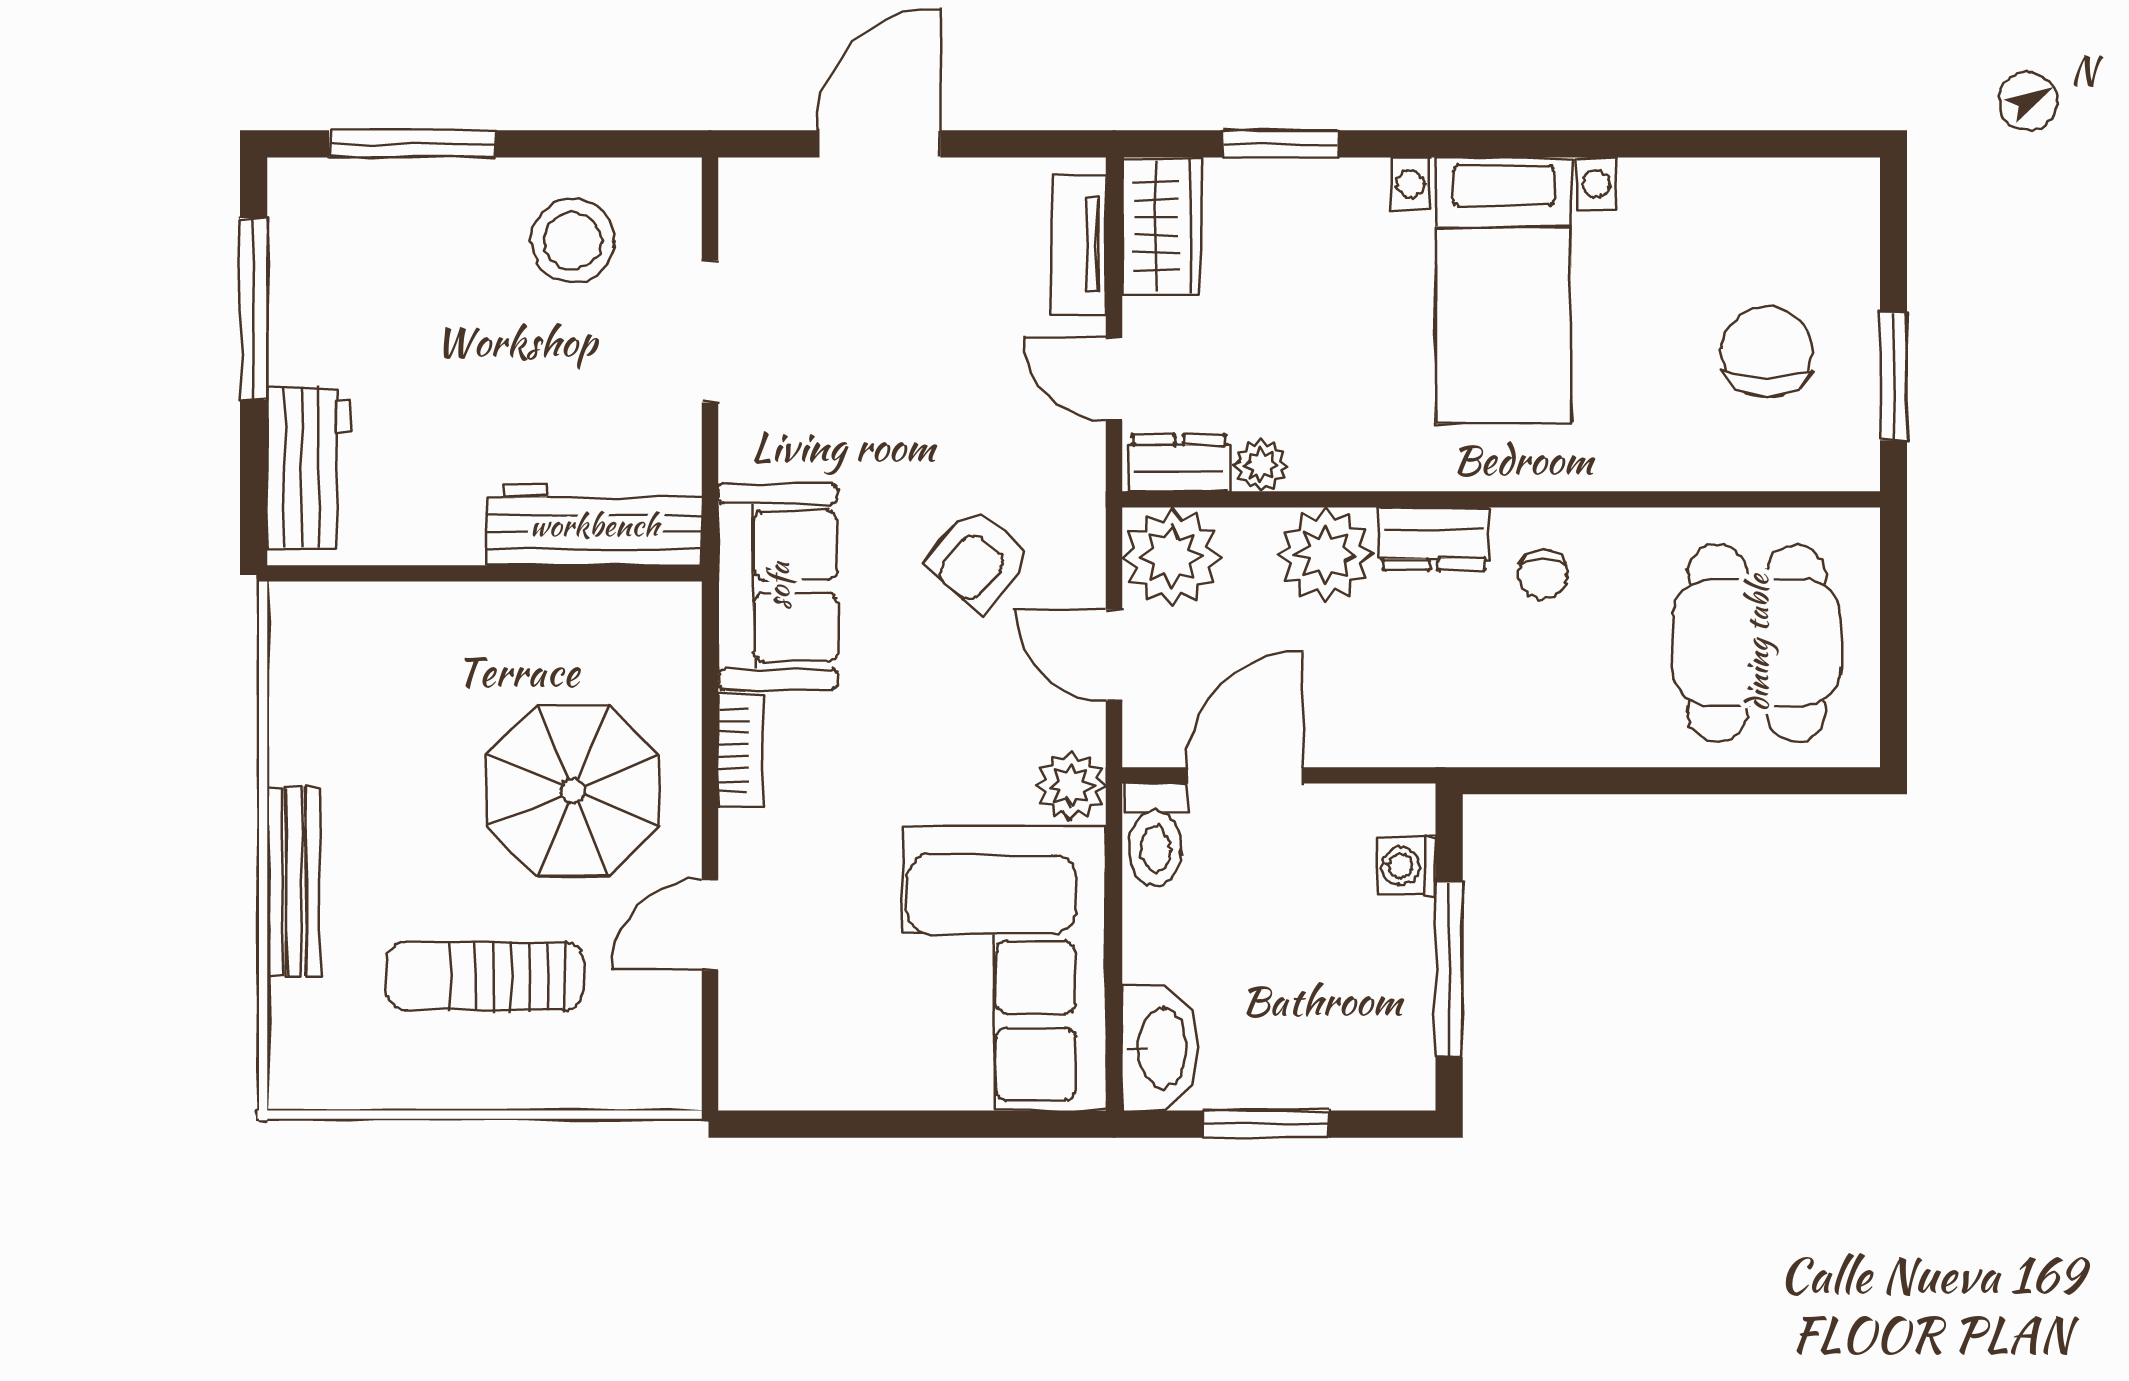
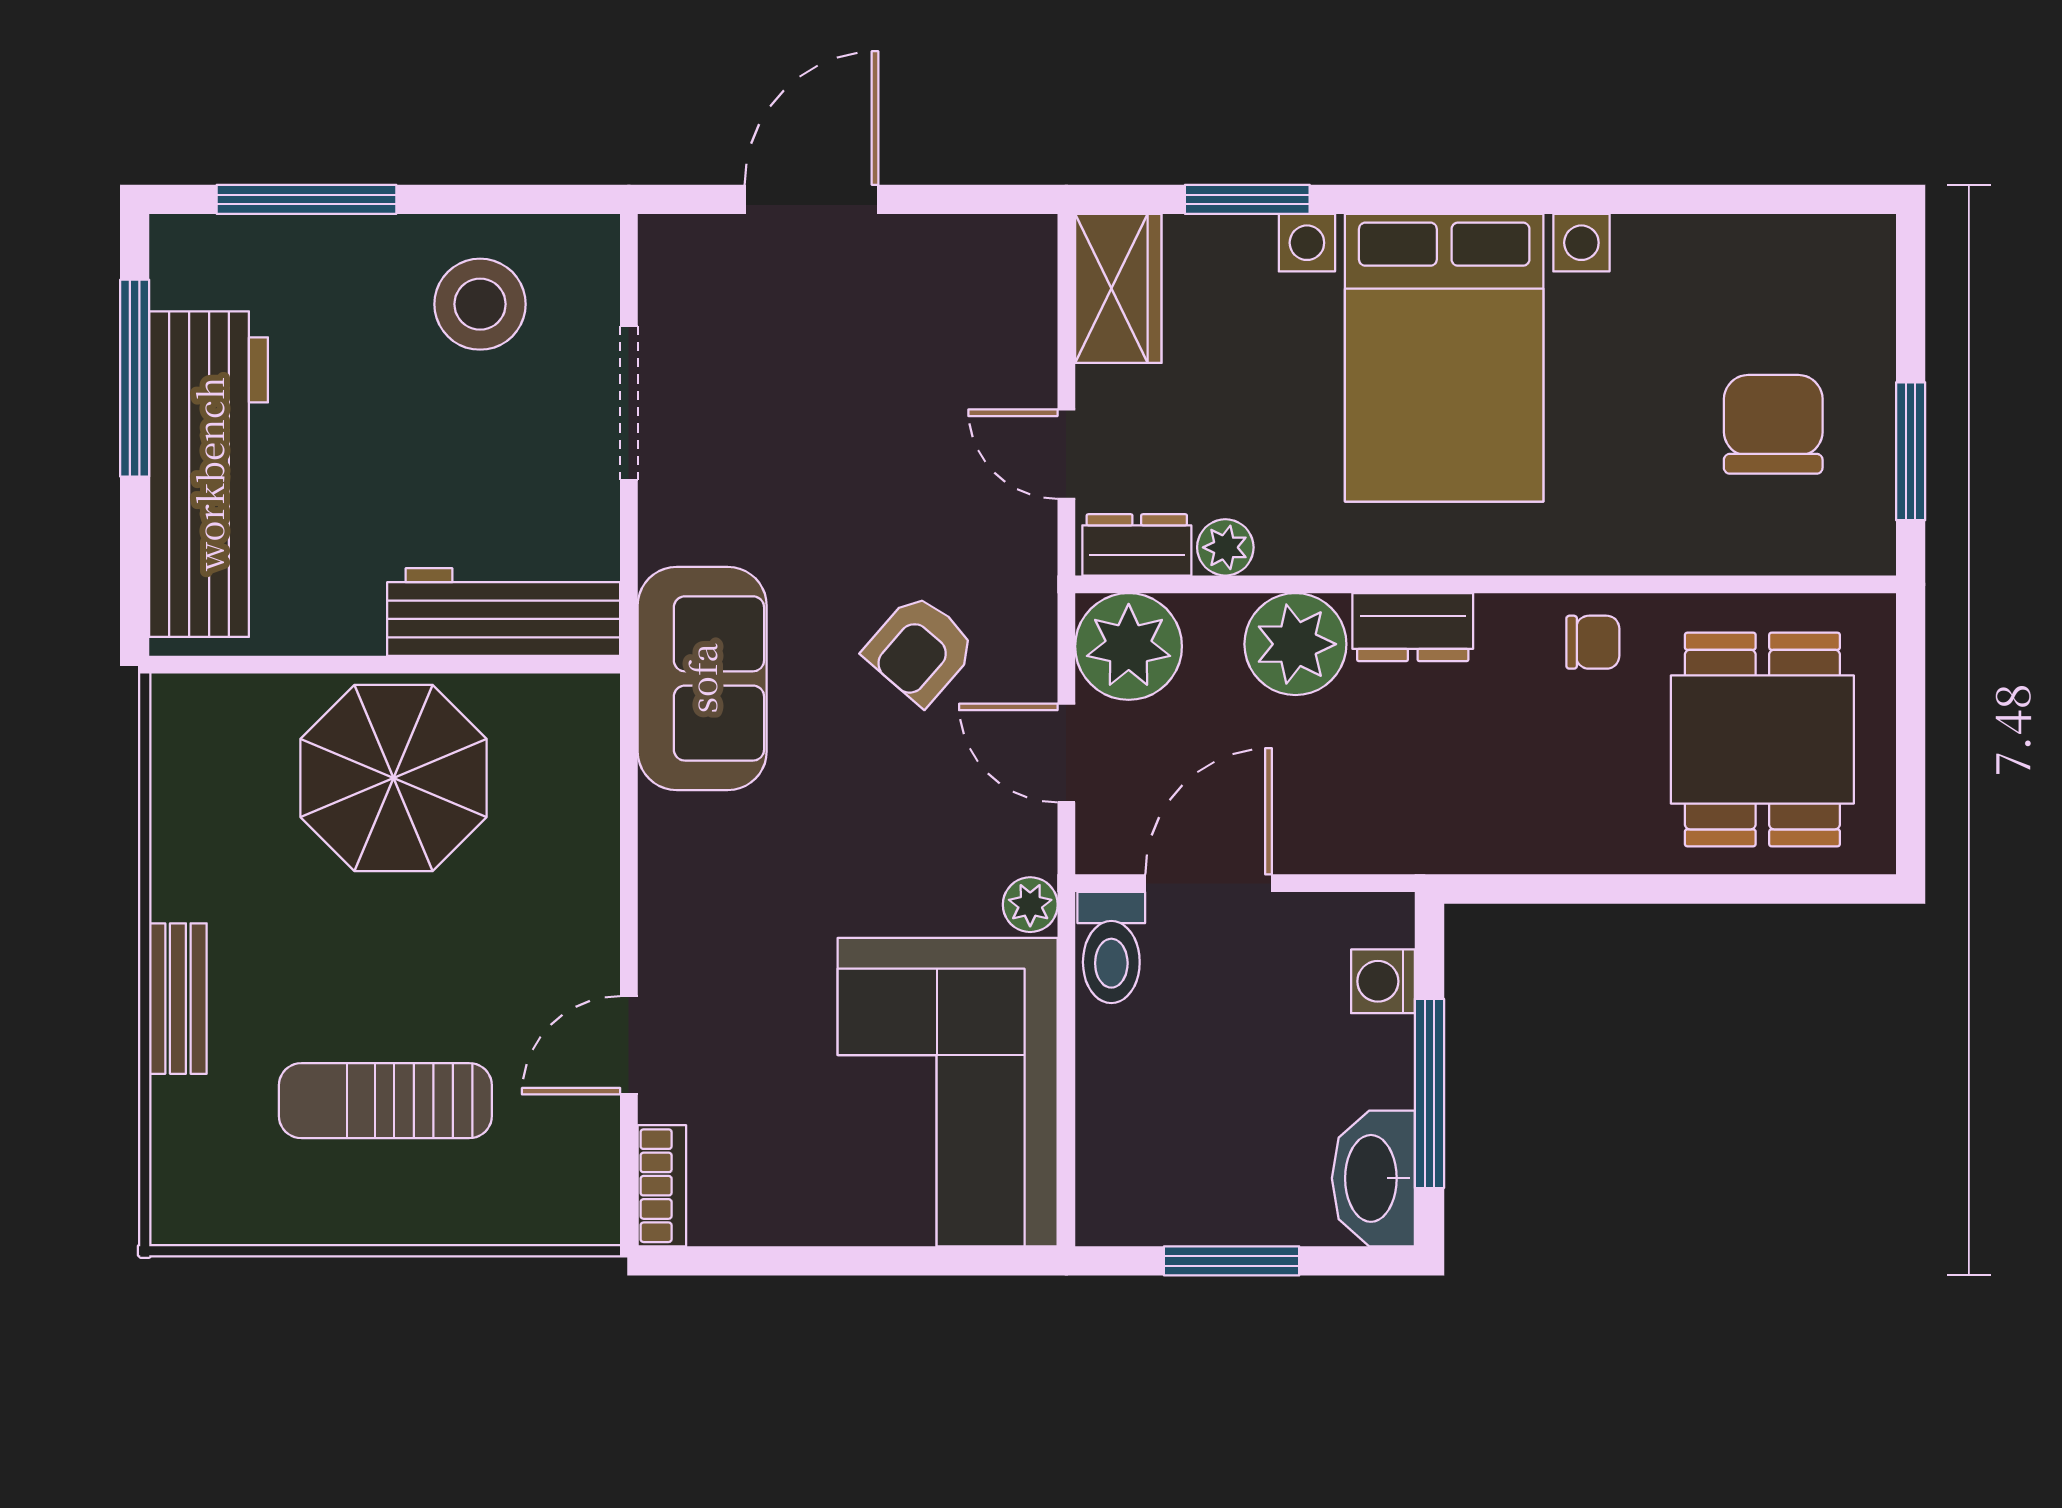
tv unit: (1079, 245) -> (1029, 309), removed
bed with nightstands: (1503, 290) -> (1444, 358), width x1.36
workbench: (309, 468) -> (209, 474), width x1.88, depth x1.32
chair: (1543, 575) -> (1593, 642), moved, turned -90
bookcase: (741, 751) -> (662, 1186), moved
plant: (1071, 786) -> (1030, 905), width x0.73, depth x0.73
parasol: (573, 790) -> (394, 778), moved
bench: (294, 882) -> (178, 999), width x0.73
washbasin: (1160, 1048) -> (1373, 1178), moved, turned 180

